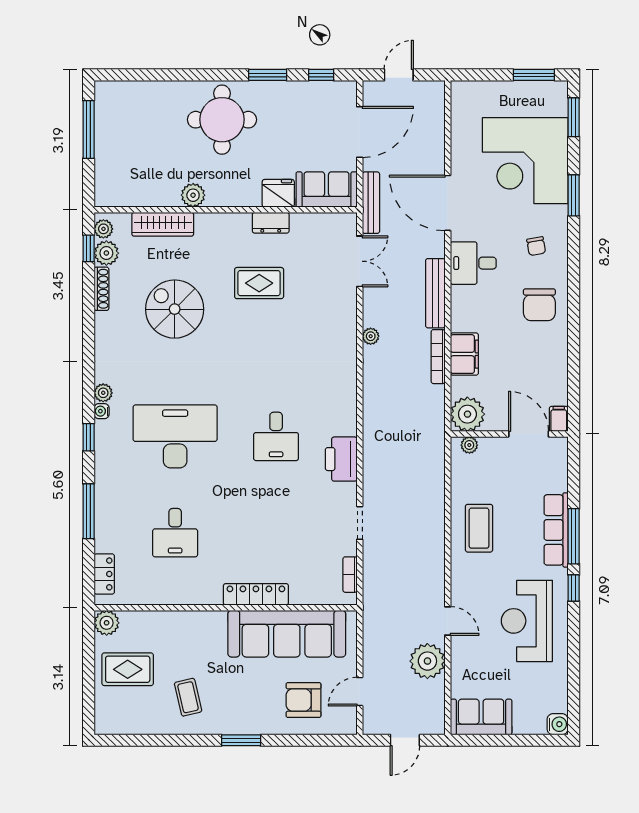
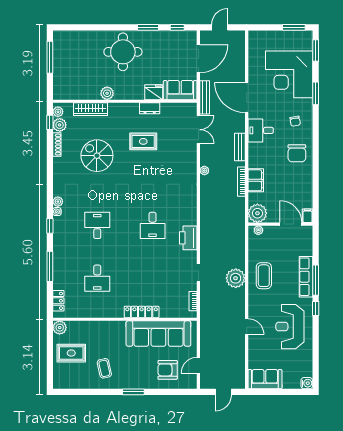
bench: (435, 293) -> (240, 147), width x0.73
desk: (175, 436) -> (97, 225), width x0.53, depth x0.77
plant: (427, 661) -> (236, 278), moved

